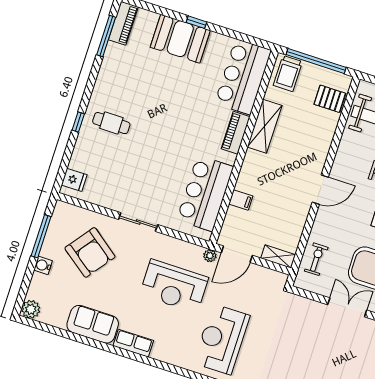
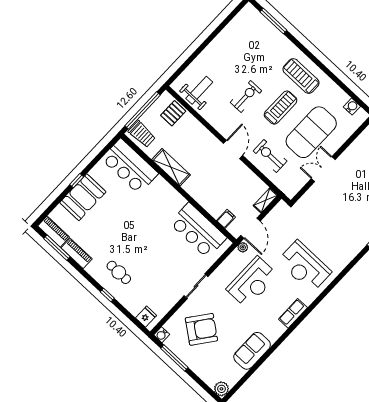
cafe table: (111, 123) -> (119, 272), turned 90
piano: (236, 133) -> (77, 253), moved, turned 180
filing cabinet: (241, 200) -> (226, 219), moved
exercise bike: (316, 259) -> (270, 156), moved, width x1.38, depth x1.39
water cooler: (43, 265) -> (162, 335), moved
row of seats: (133, 343) -> (293, 313), moved

